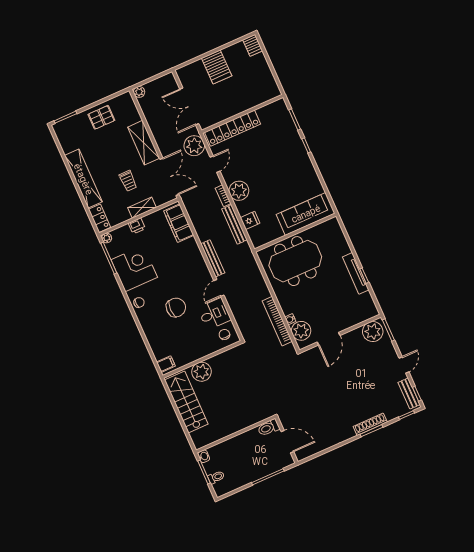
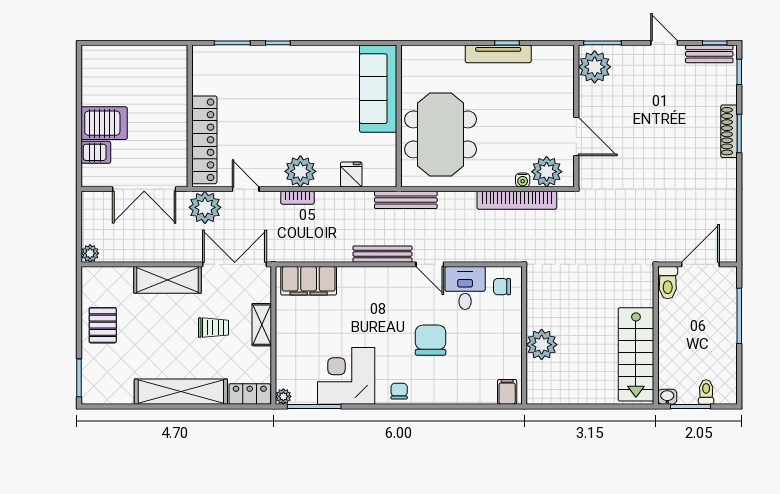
server rack: (253, 45) -> (96, 152), moved
bench: (234, 224) -> (406, 200), moved
printer: (137, 226) -> (285, 344), removed
stairs: (186, 402) -> (636, 354), moved, turned -90

